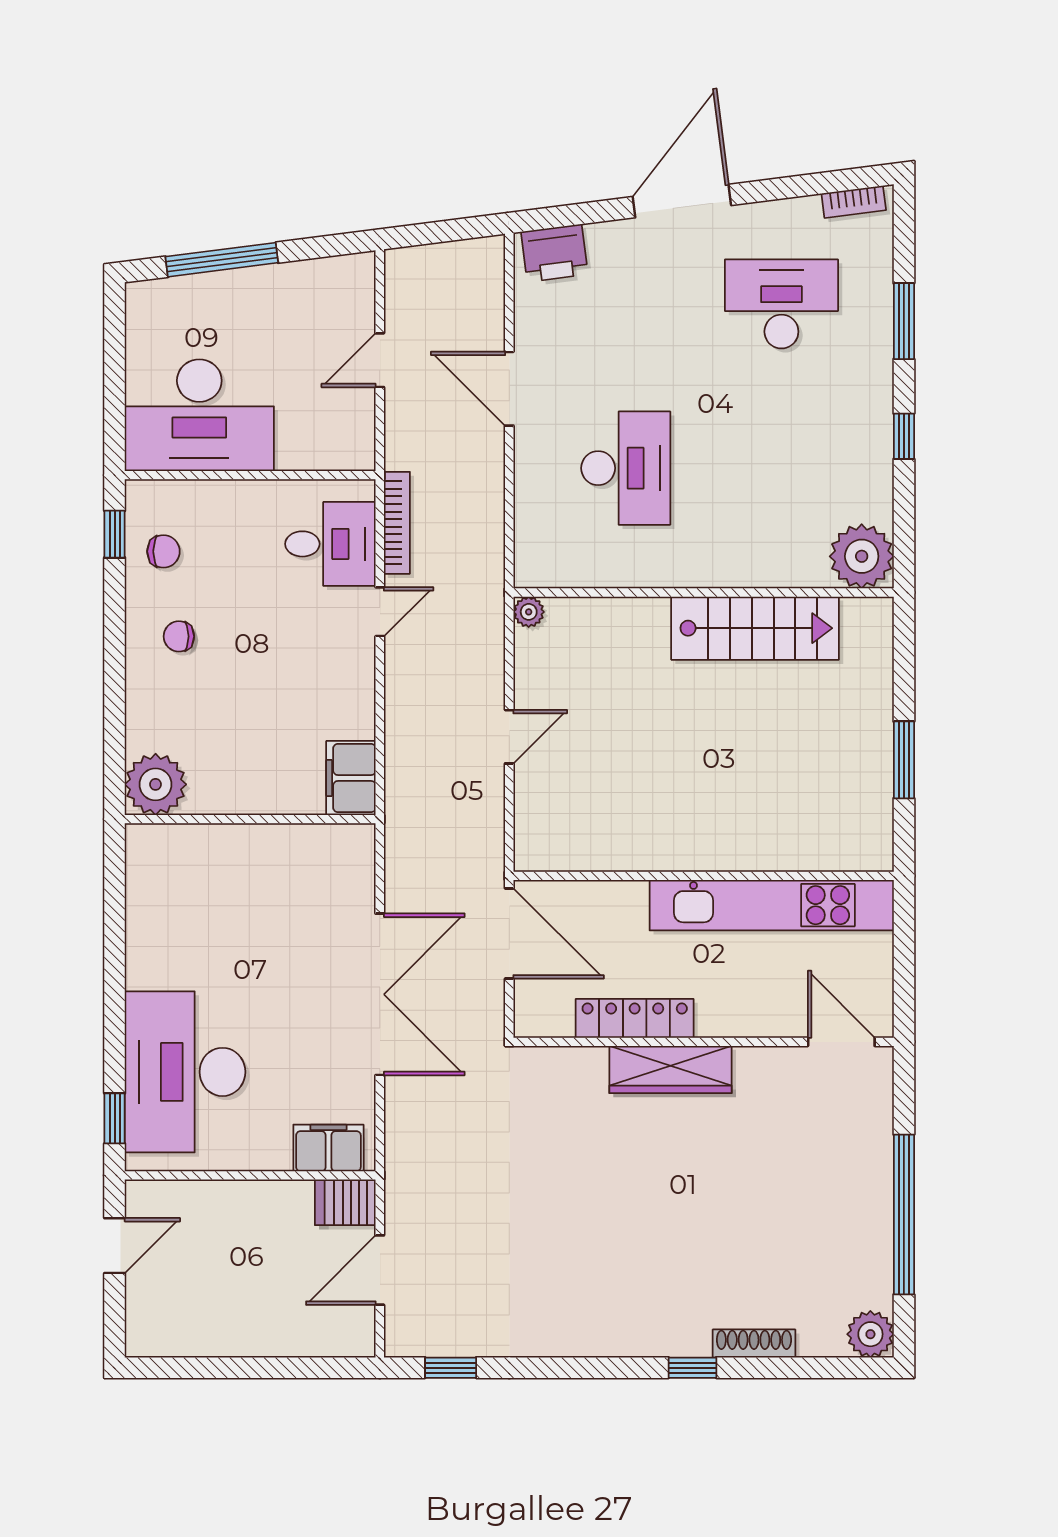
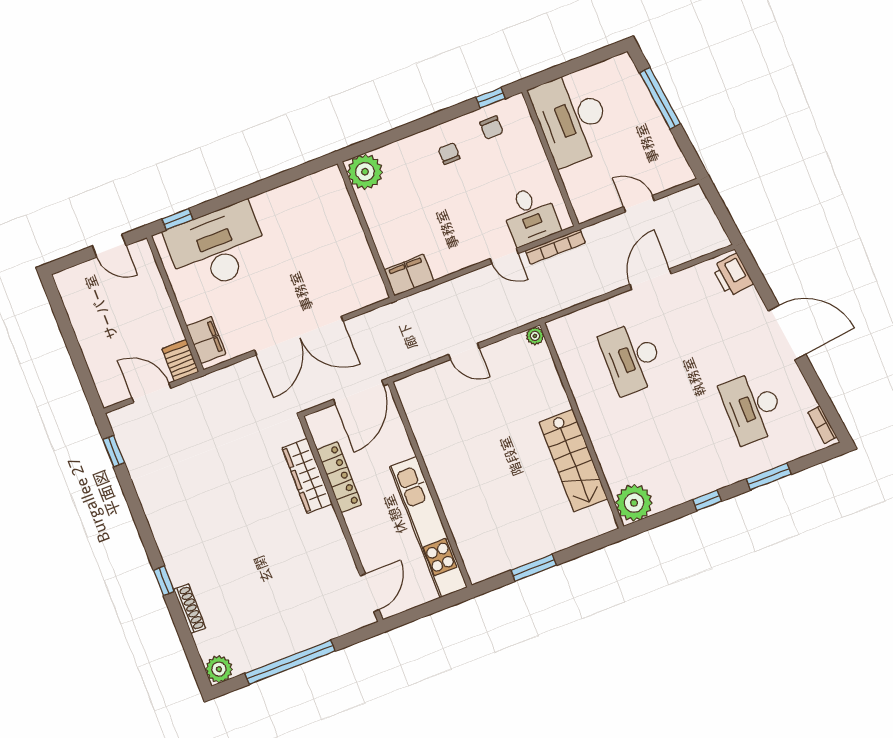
desk: (781, 304) -> (753, 407), turned 180
desk: (626, 468) -> (632, 358), turned 90
wardrobe: (671, 1070) -> (307, 476), moved

